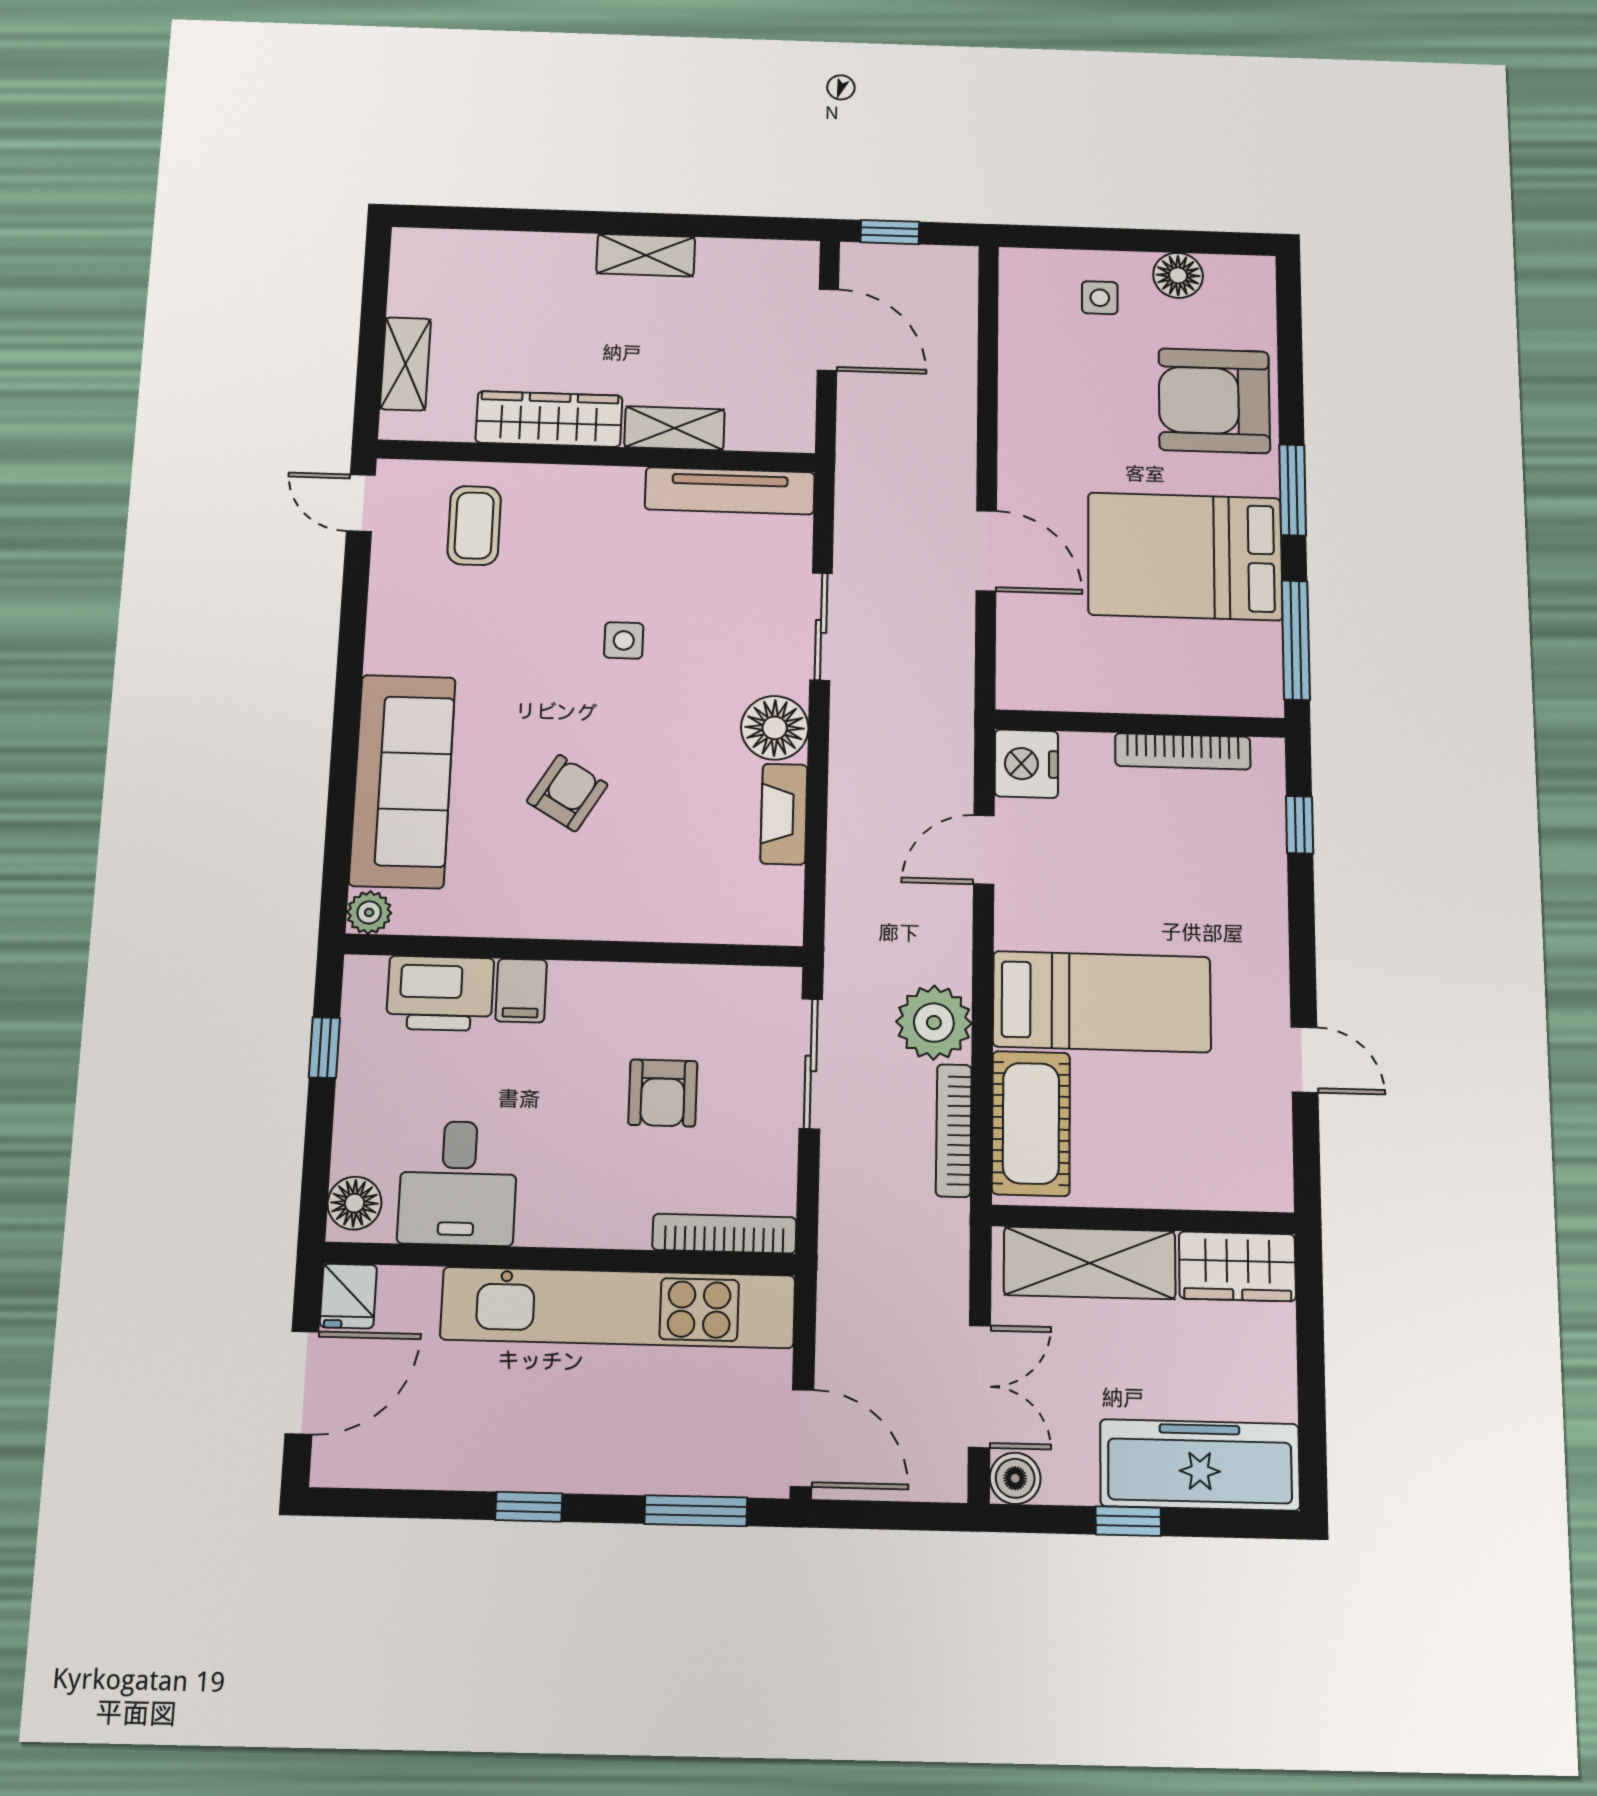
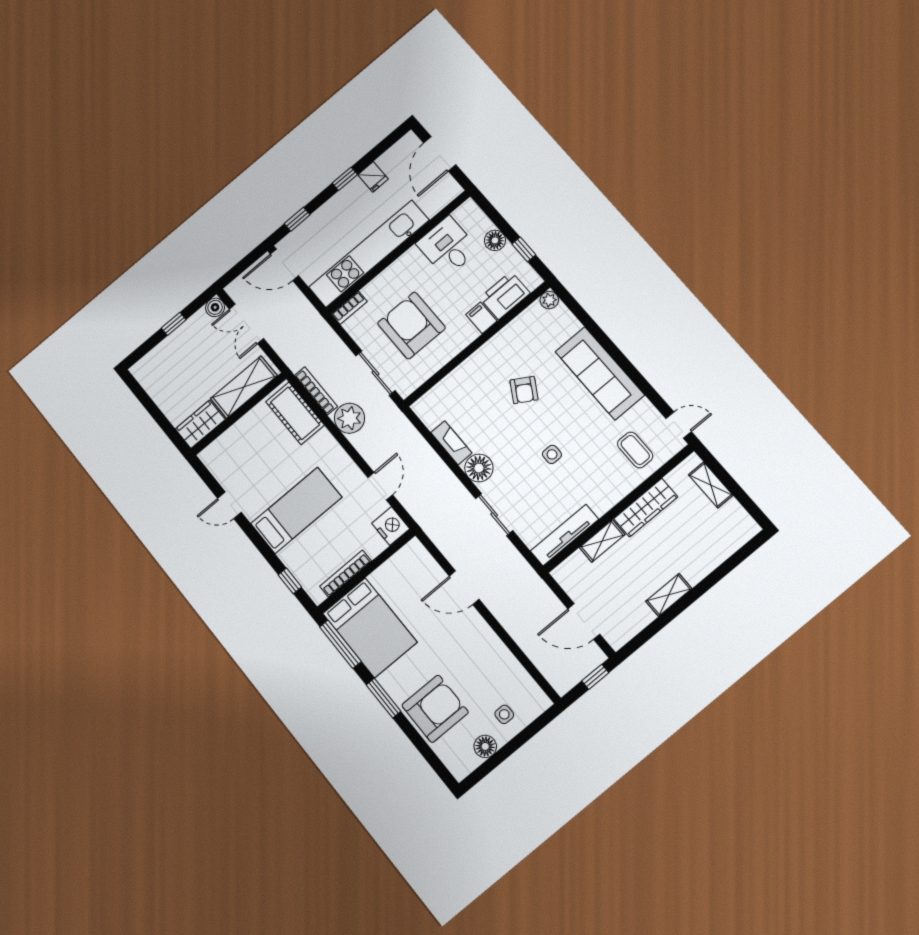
bed: (1185, 556) -> (370, 628), moved, turned 90
sofa: (402, 781) -> (600, 373), moved
bed: (1102, 1002) -> (296, 510), moved, turned 180
armchair: (663, 1093) -> (411, 326), width x1.88, depth x1.88
floor lamp: (354, 1203) -> (495, 240), moved
bookcase: (724, 1234) -> (349, 308), width x0.64
fridge: (348, 1296) -> (373, 177), moved, turned 180
freezer: (1200, 1465) -> (166, 357), removed
window: (696, 1511) -> (297, 219), width x0.67

